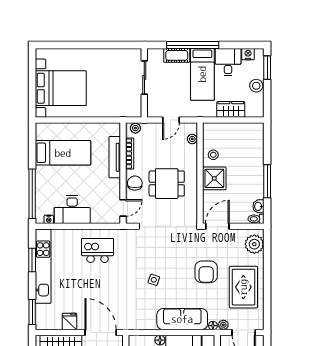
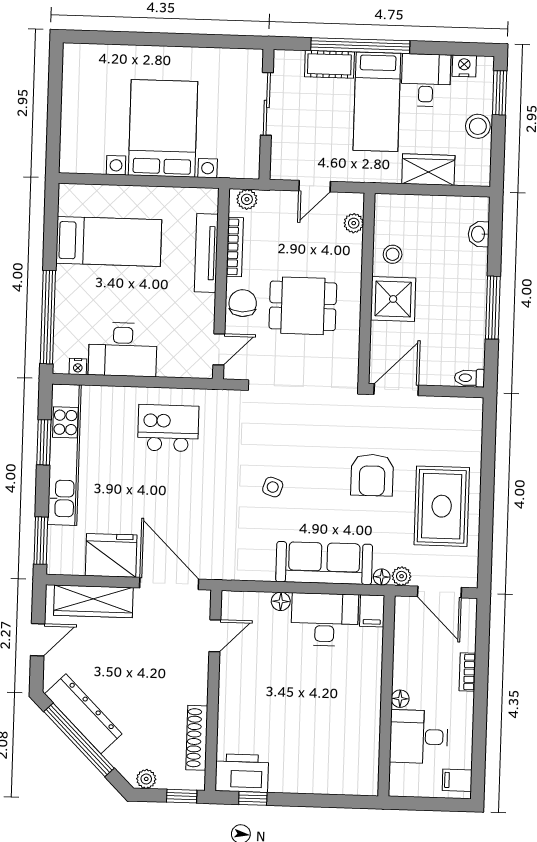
bed with nightstands: (61, 88) -> (163, 128), moved, turned -90
washbasin: (258, 206) -> (479, 234), moved
plant: (254, 244) -> (465, 426), removed
fridge: (70, 321) -> (111, 555), width x1.88, depth x1.34

